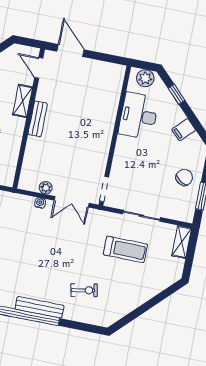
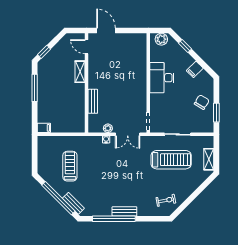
desk: (139, 116) -> (162, 78), moved
bench: (38, 119) -> (93, 101), moved
shelving: (182, 242) -> (209, 159), moved
treadmill: (125, 249) -> (171, 160), width x1.37, depth x1.38
exercise bike: (84, 290) -> (166, 200), moved
bench: (39, 307) -> (124, 211), width x0.73

